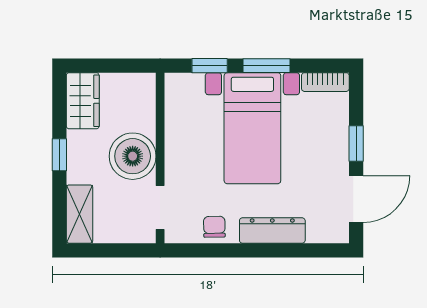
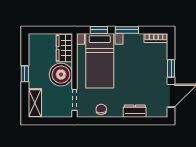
wardrobe: (83, 101) -> (64, 48), moved, turned 180
bed with nightstands: (252, 128) -> (100, 61), moved
dresser: (272, 230) -> (135, 111), width x0.70

